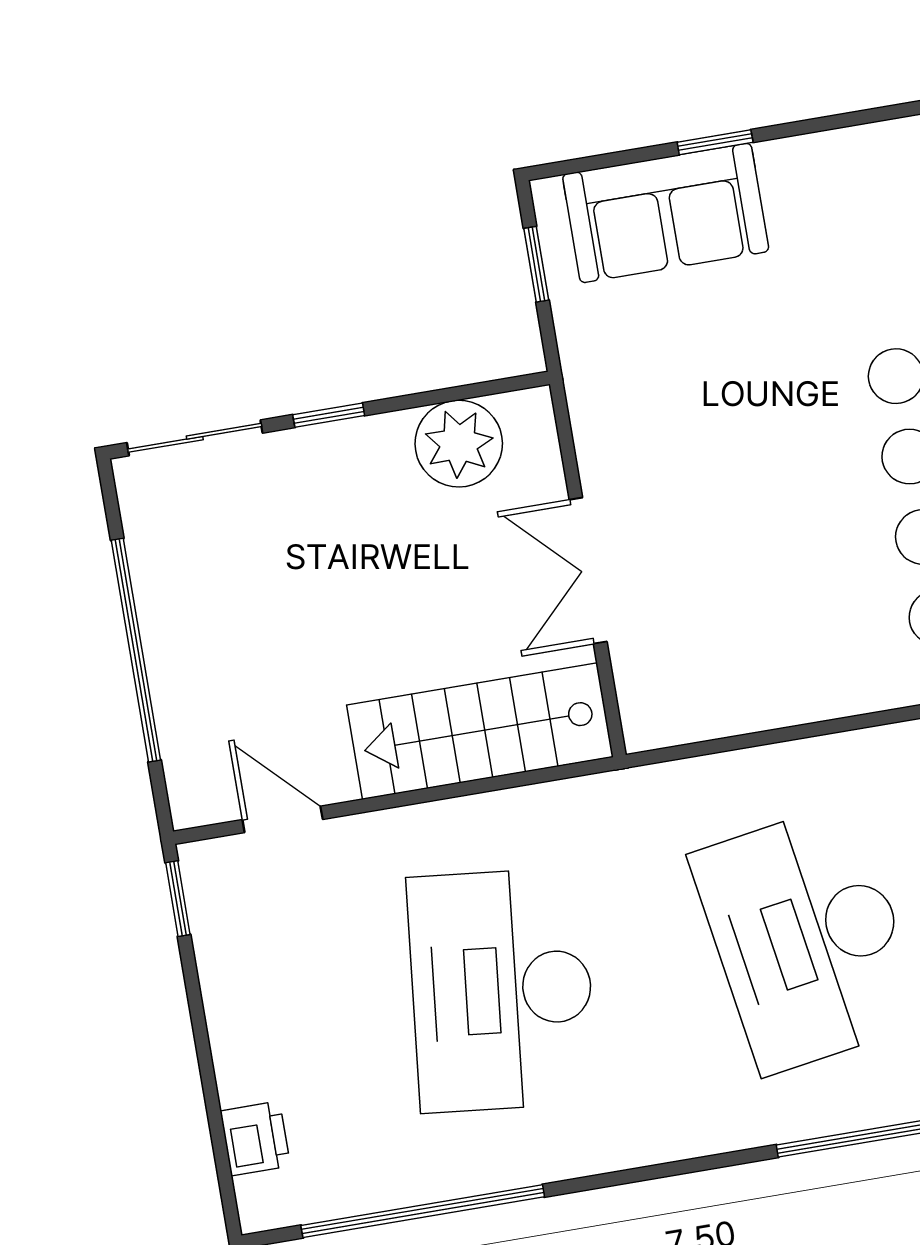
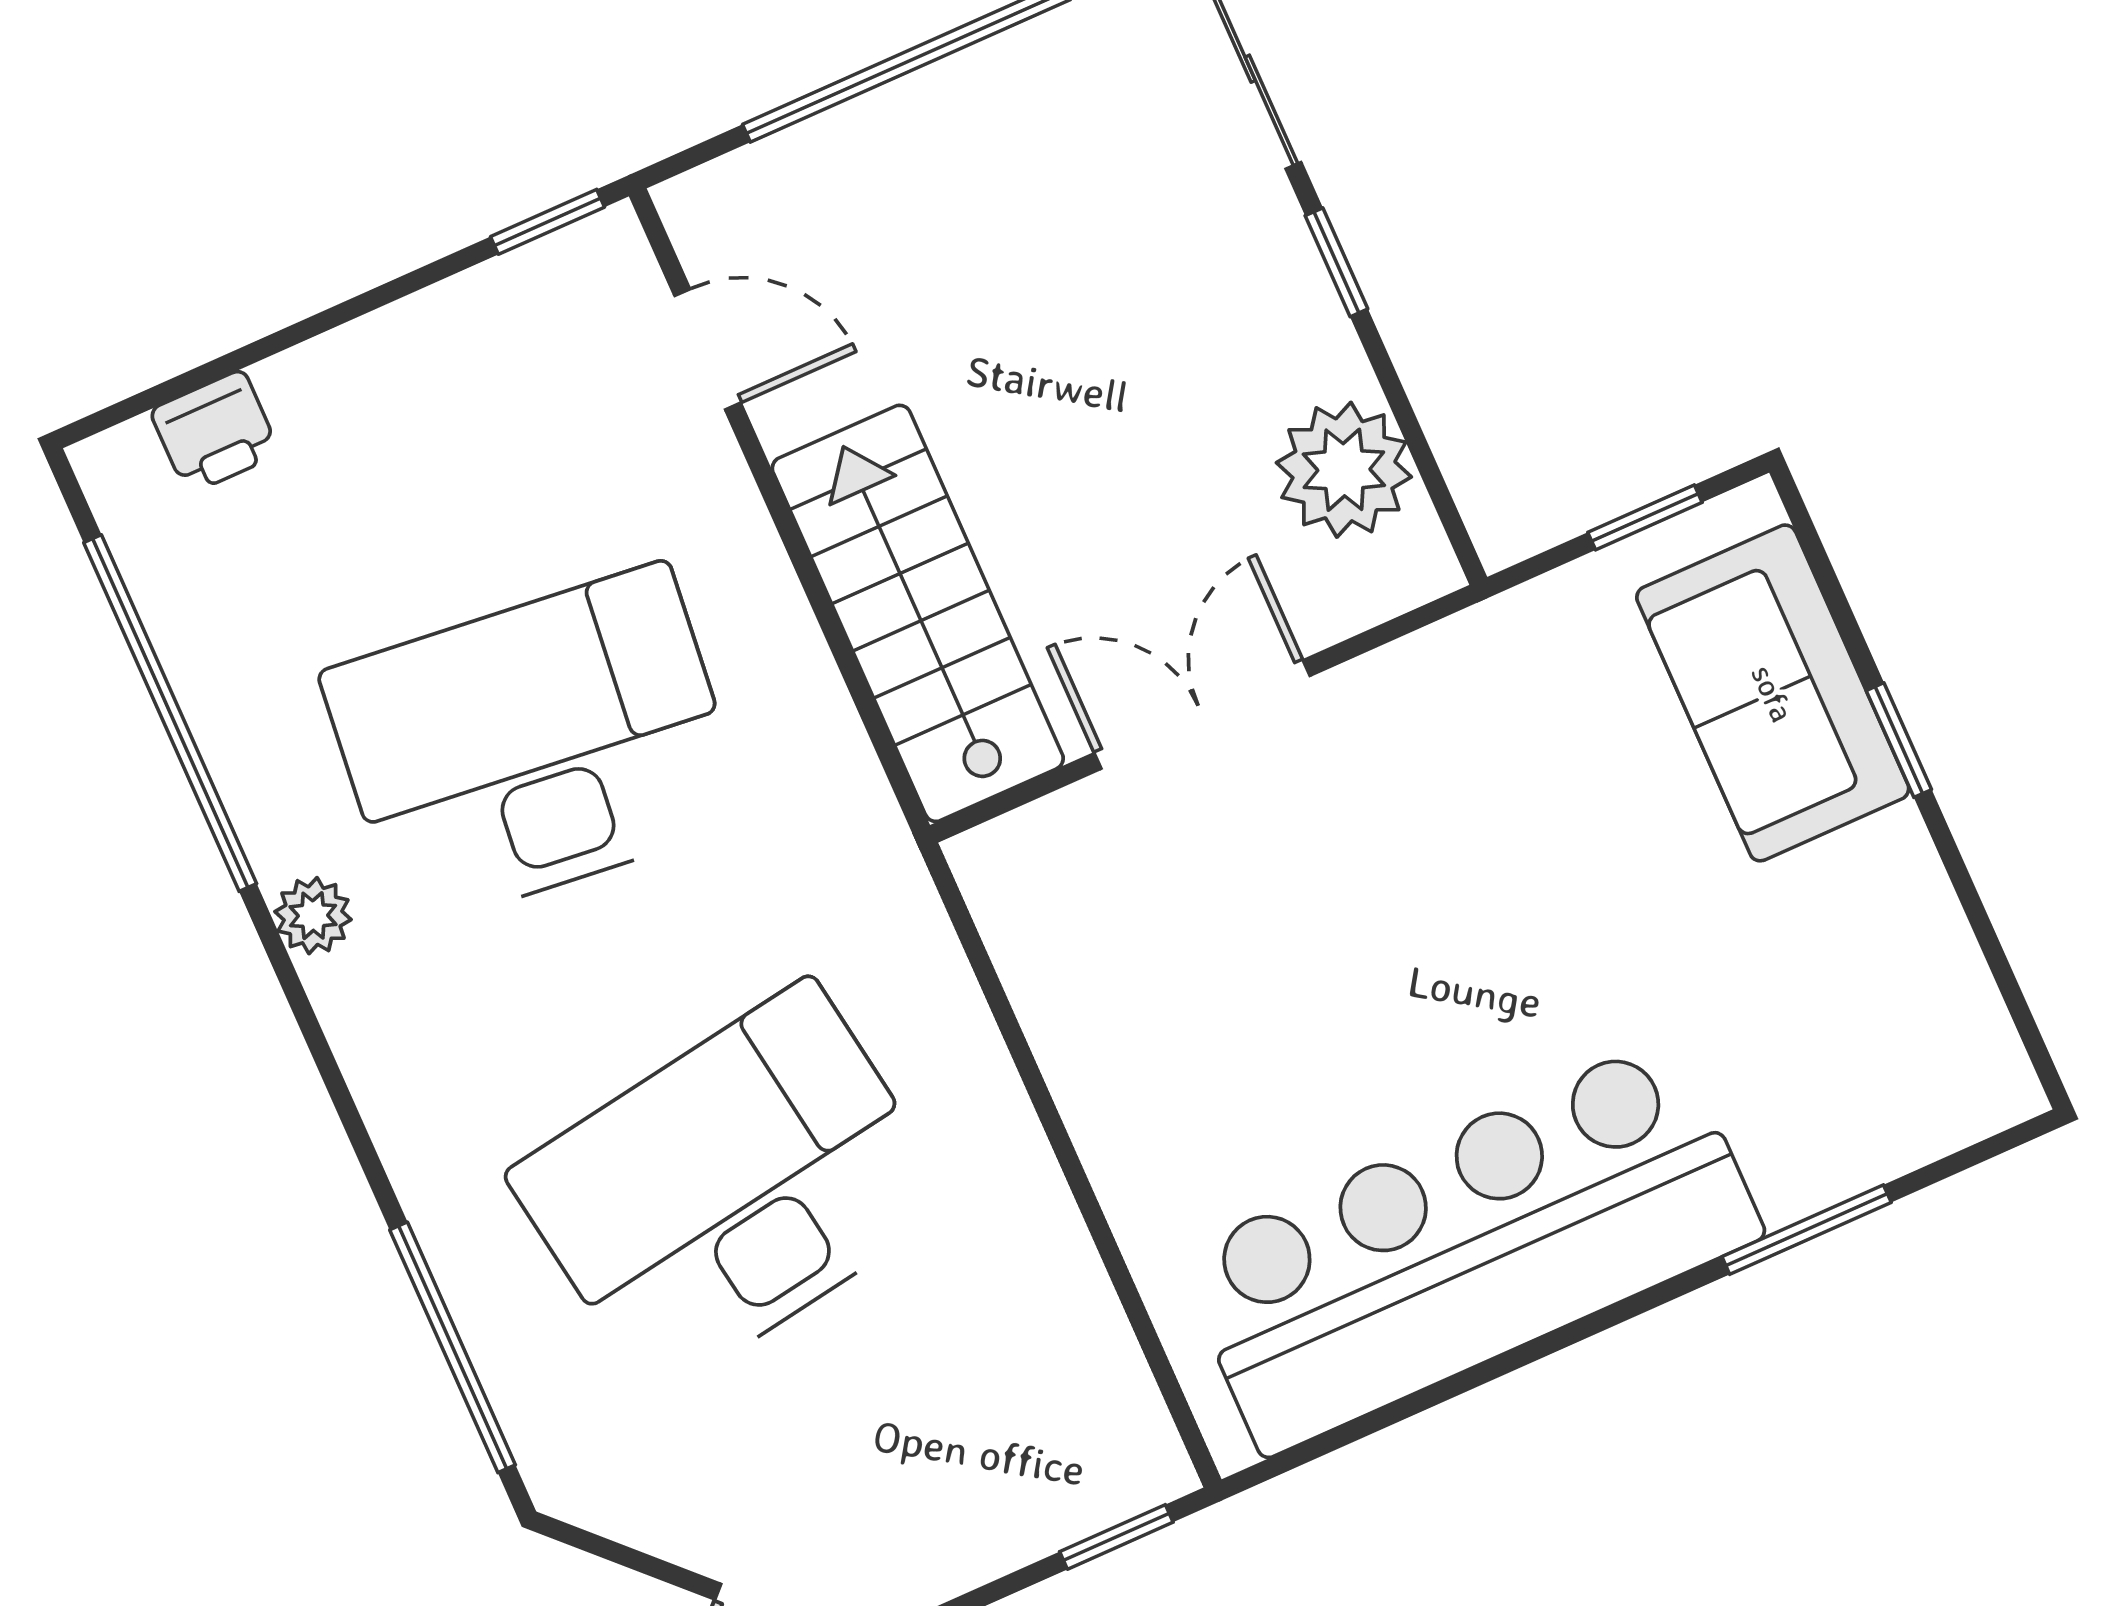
door: (283, 819) -> (708, 349), hinge flipped
plant: (571, 1155) -> (313, 916), added

